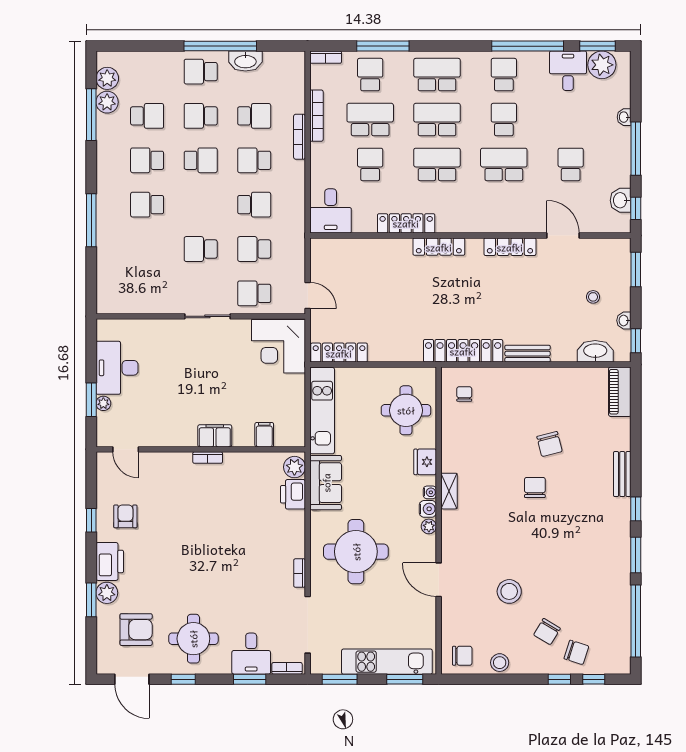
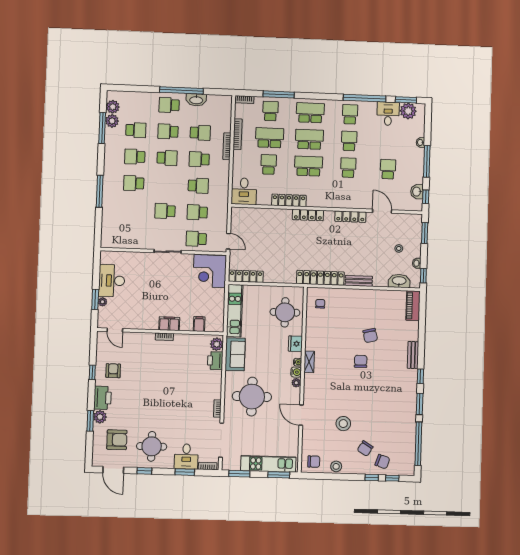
school desk: (504, 164) -> (348, 168), width x0.54

